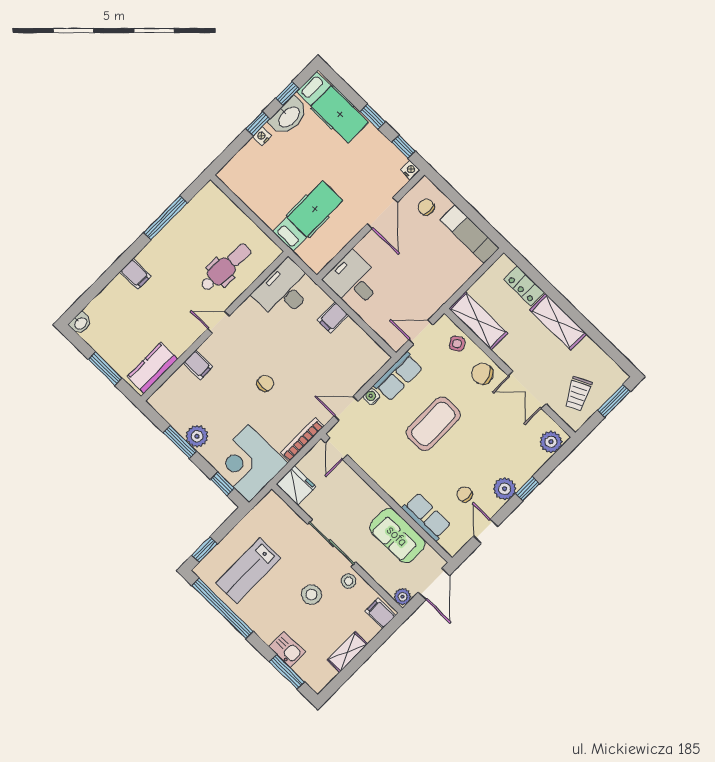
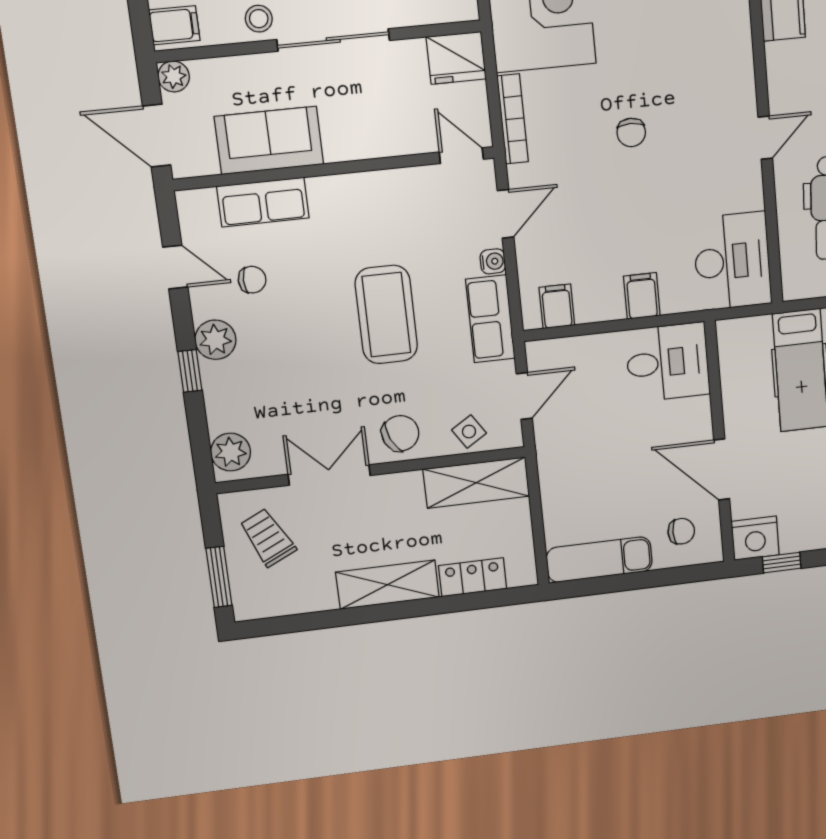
nightstand: (410, 170) -> (755, 538), width x1.89, depth x1.79
filing cabinet: (198, 365) -> (557, 306), moved, turned 90

